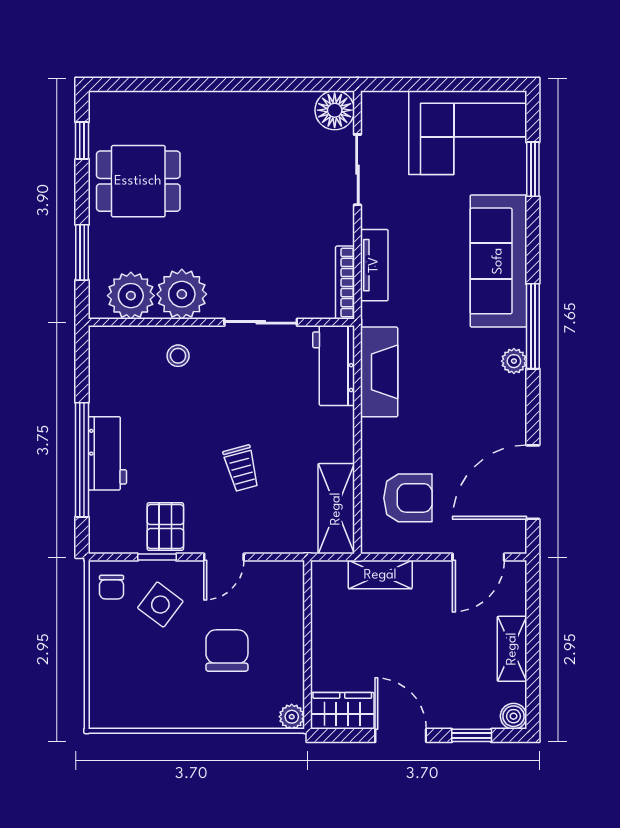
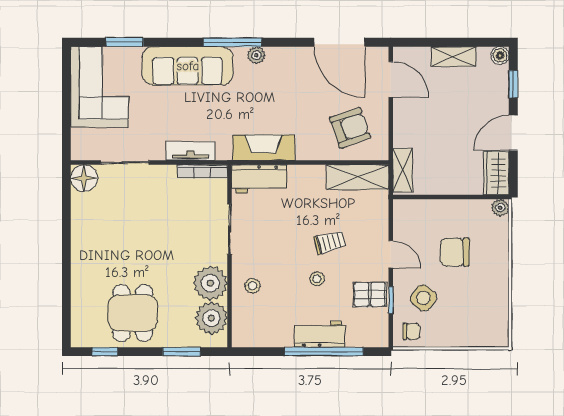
stool: (188, 450) -> (317, 279), added
armchair: (408, 498) -> (350, 128), turned 71
shelving: (380, 575) -> (403, 170), moved

